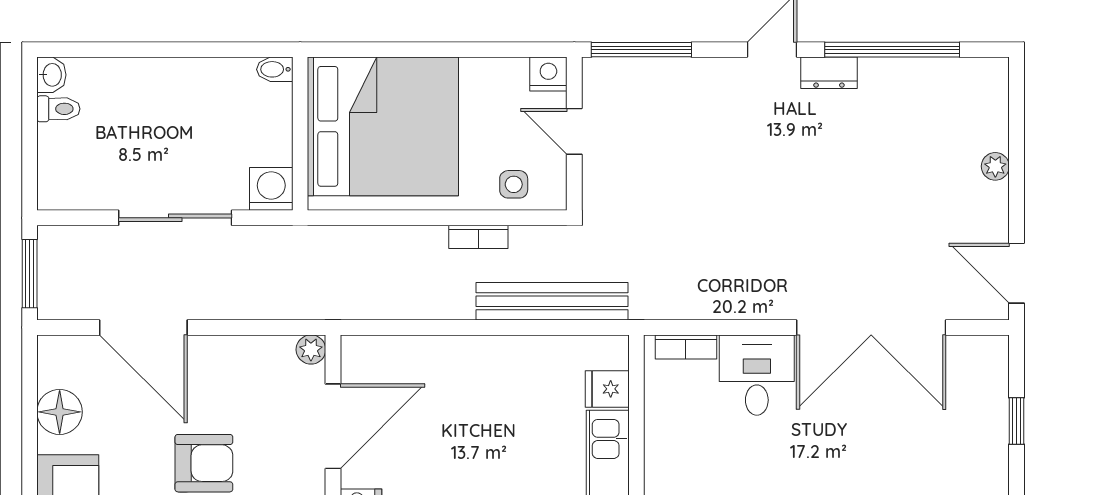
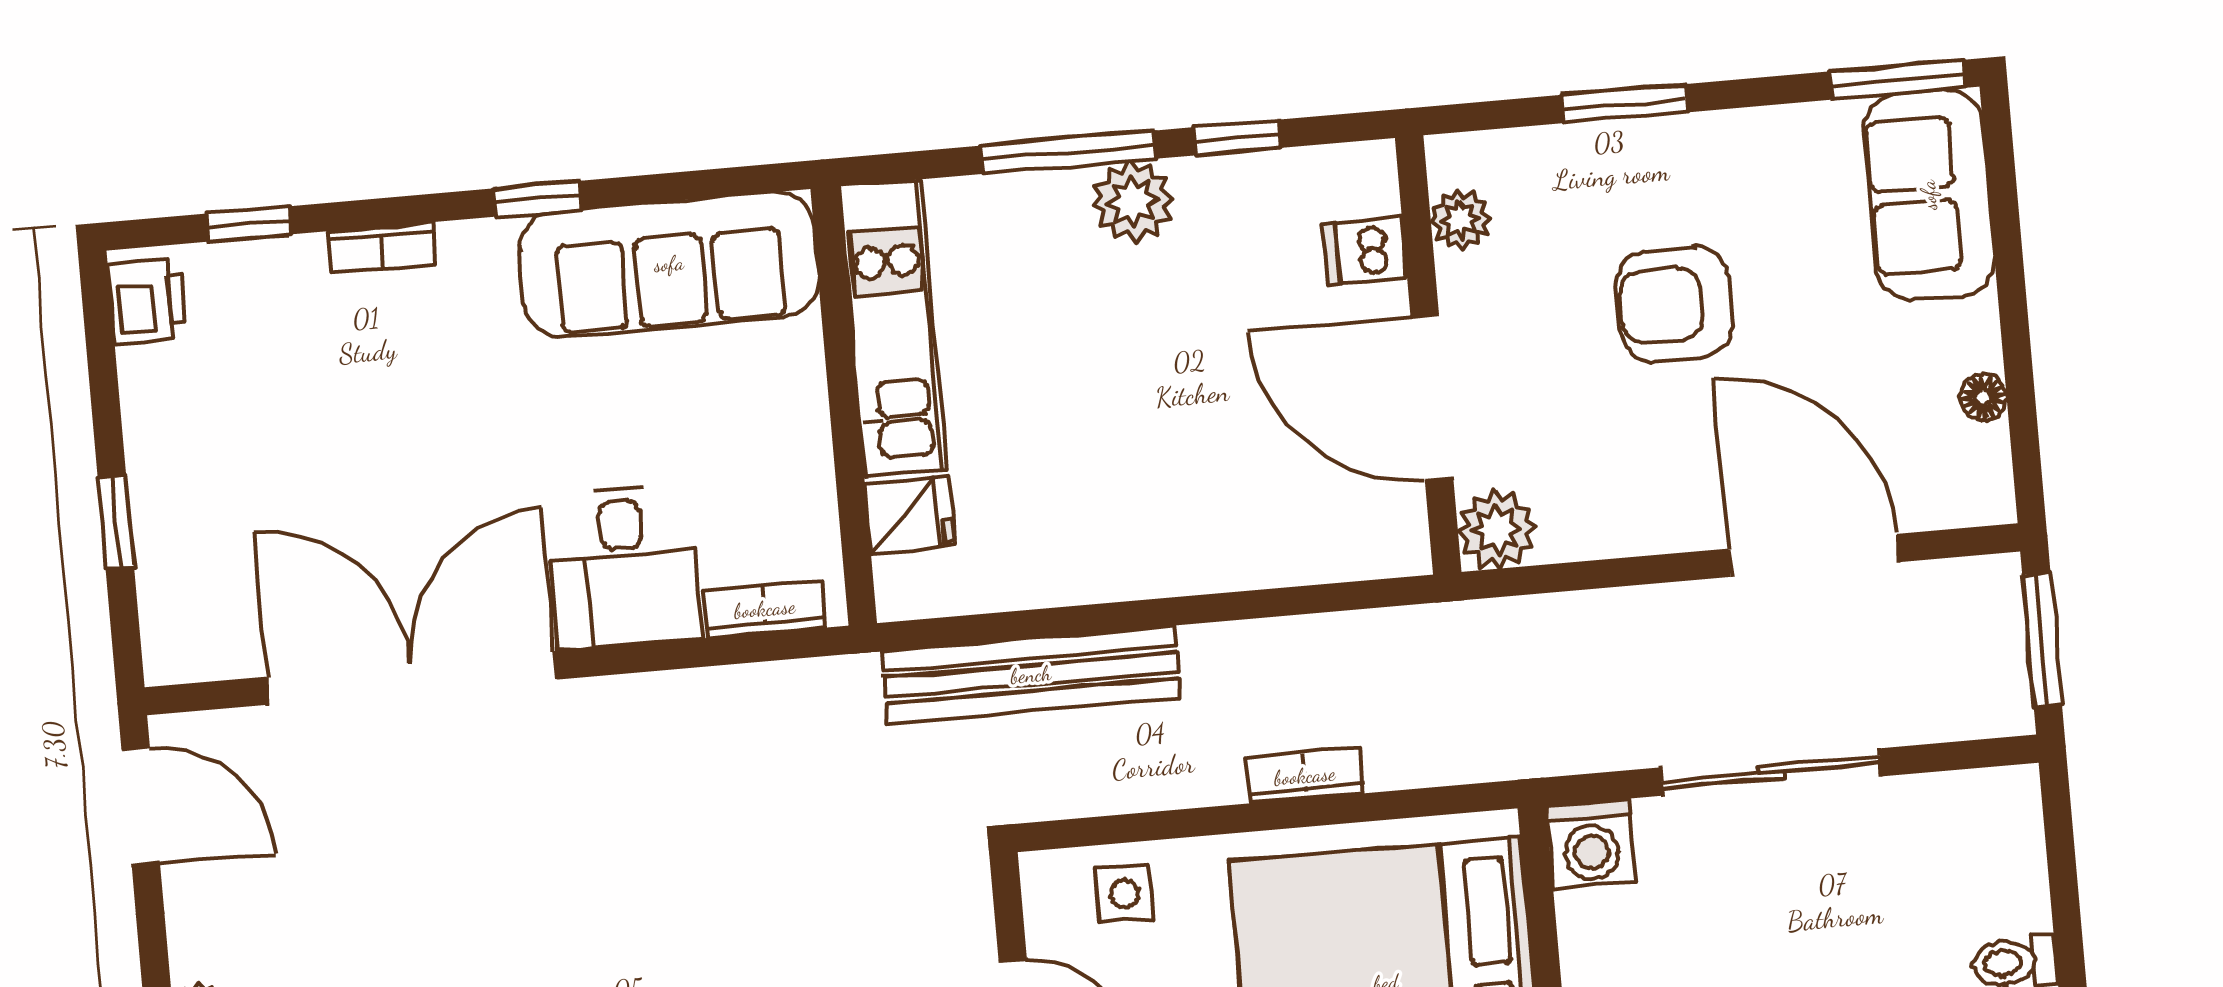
bookcase: (478, 237) -> (1305, 776), moved
plant: (311, 350) -> (1497, 530), width x1.38, depth x1.38
floor lamp: (60, 412) -> (1983, 397), width x0.53, depth x0.53
door: (333, 426) -> (1432, 397), hinge flipped

